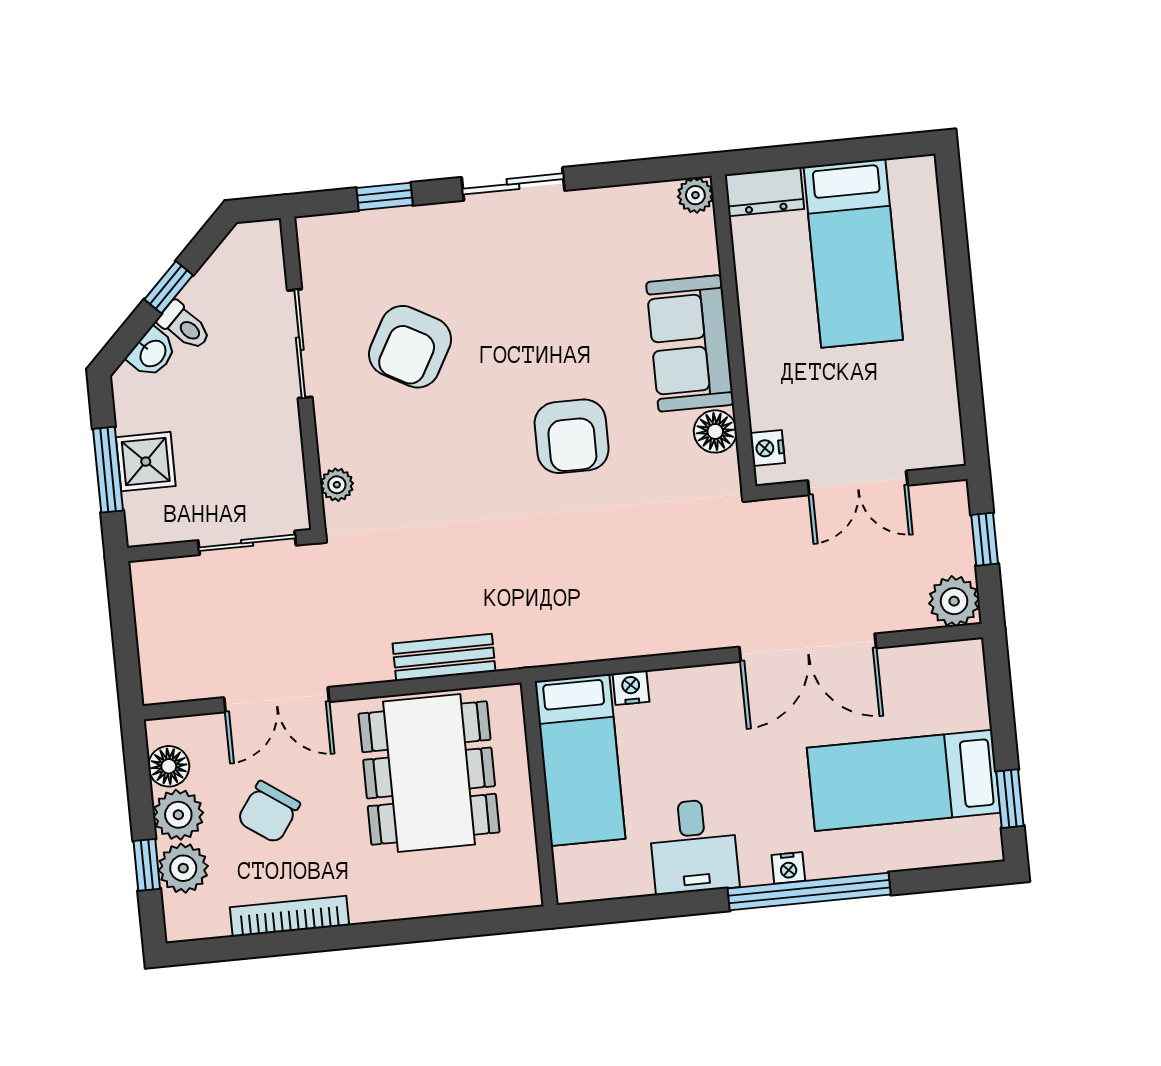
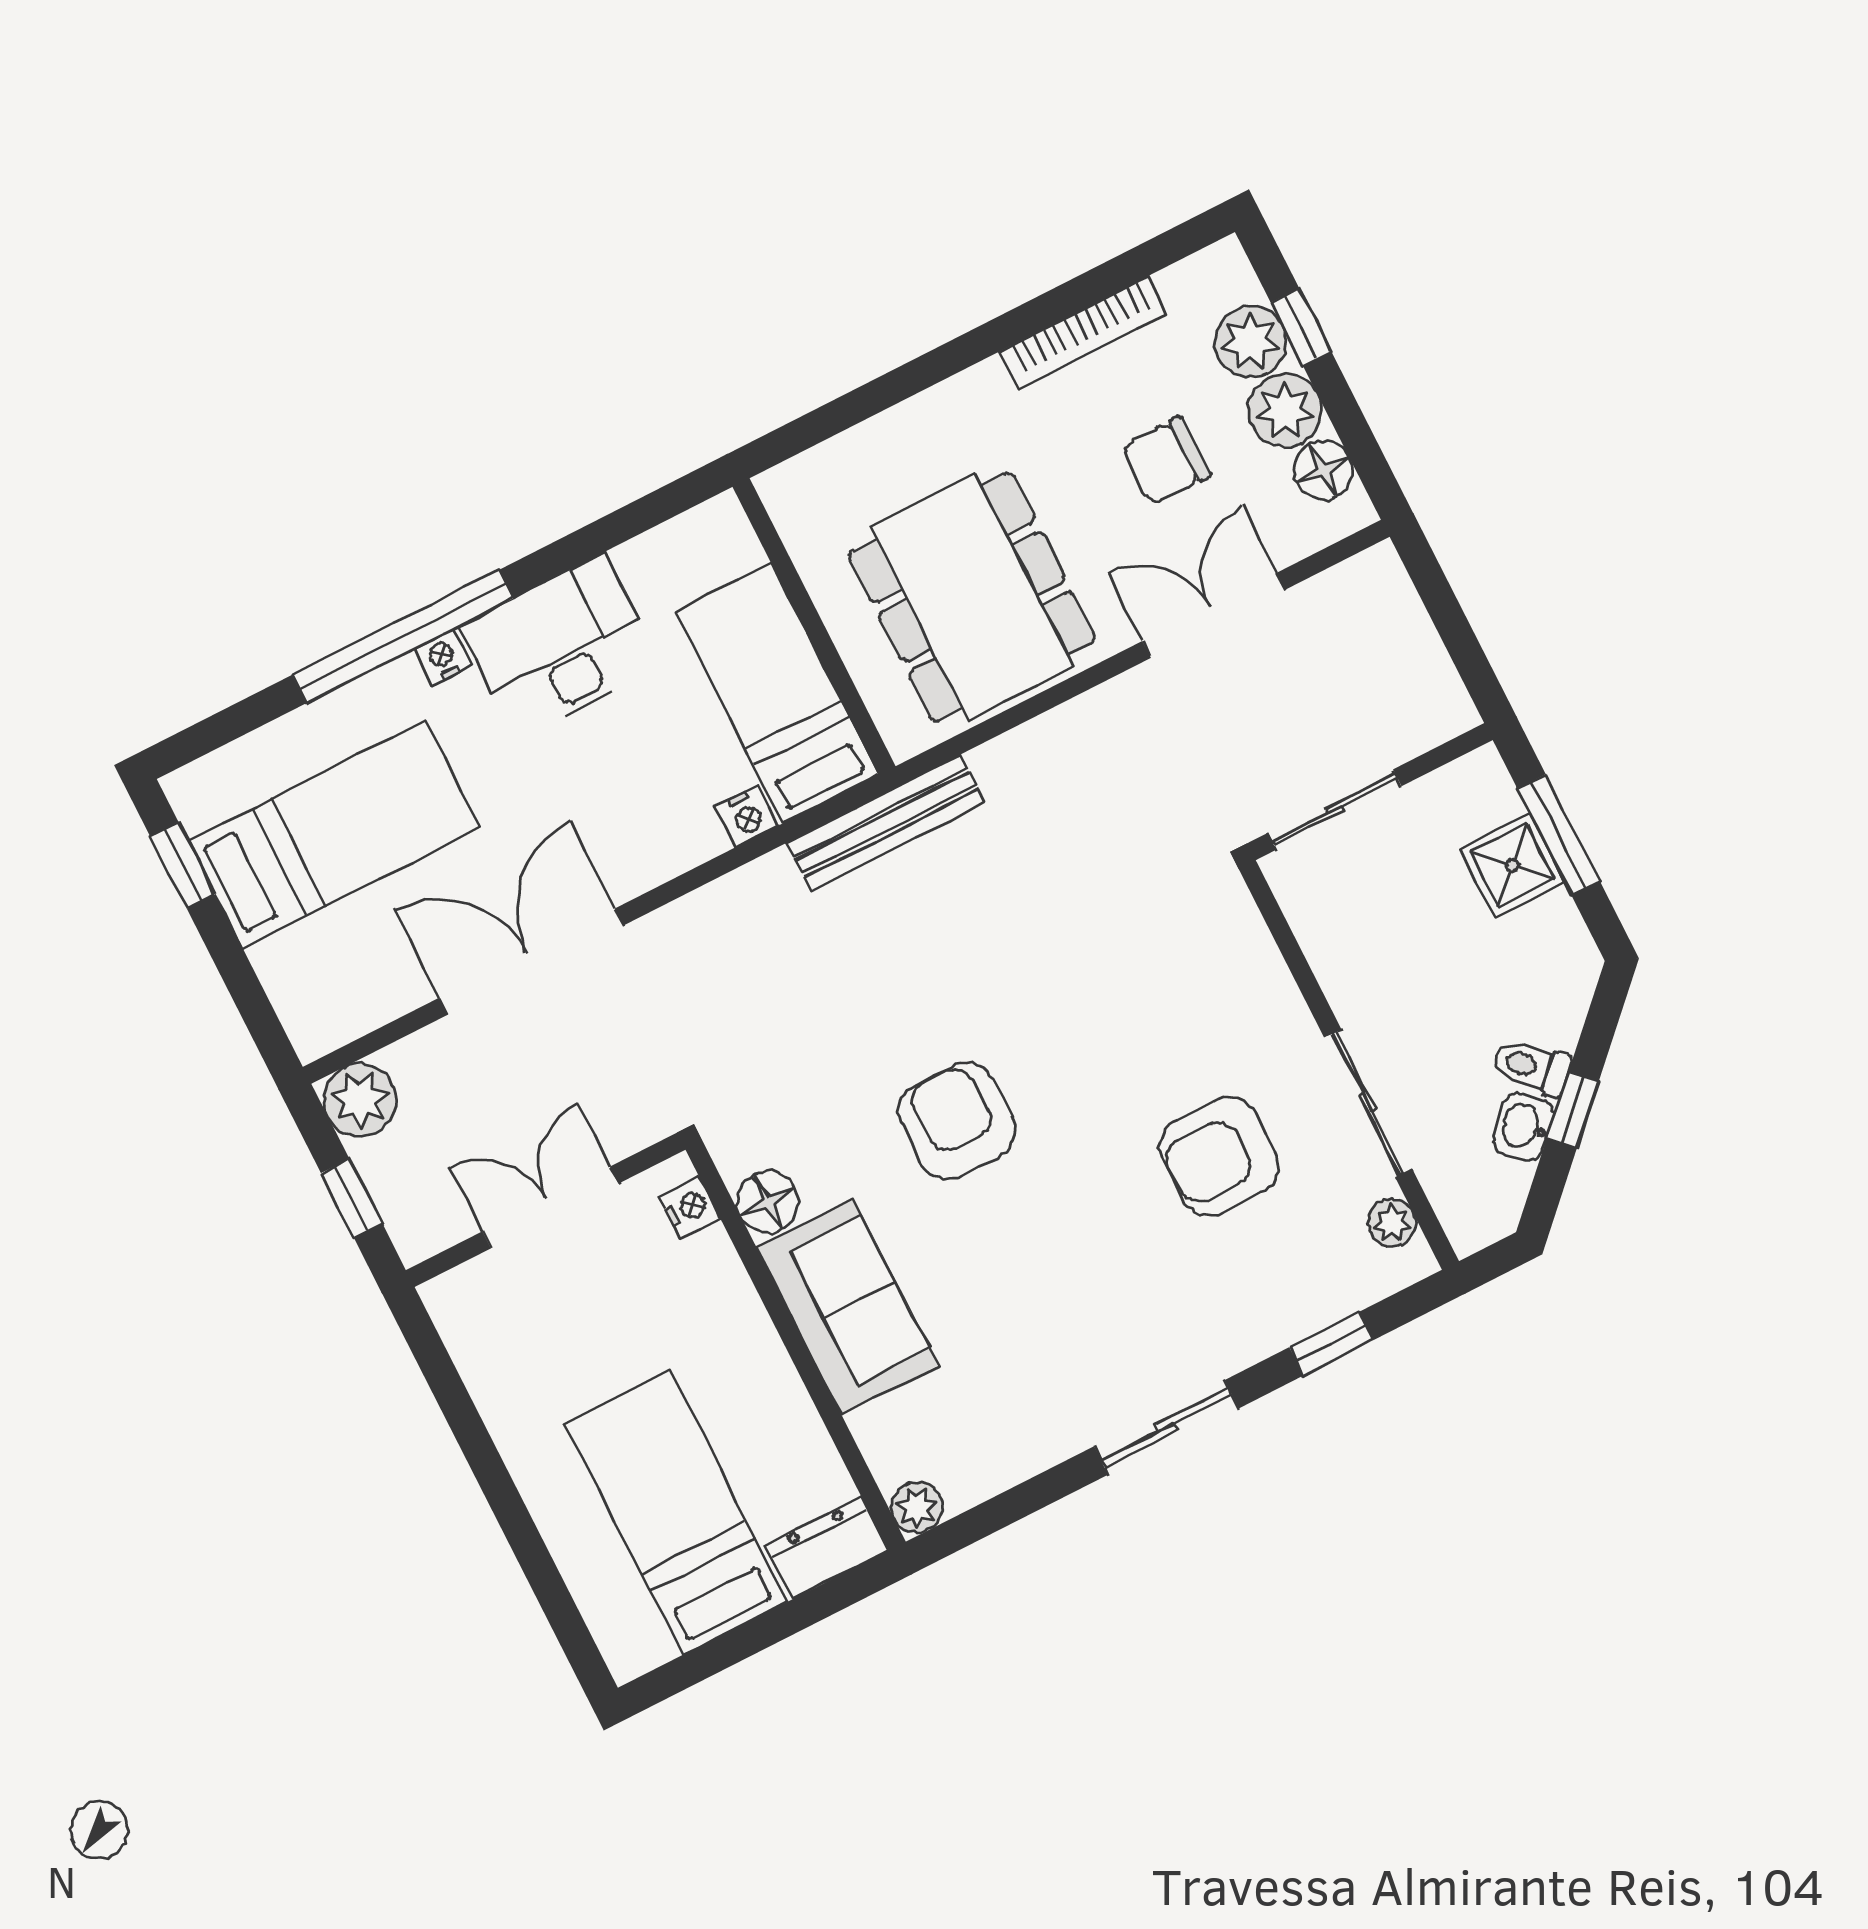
armchair: (410, 347) -> (1219, 1156), turned -119
washbasin: (152, 353) -> (1524, 1127), moved
plant: (337, 485) -> (1392, 1223), moved
bench: (444, 657) -> (886, 823), moved, width x1.36
chair: (269, 812) -> (1166, 461), turned -125
desk: (694, 846) -> (560, 647), width x1.37

